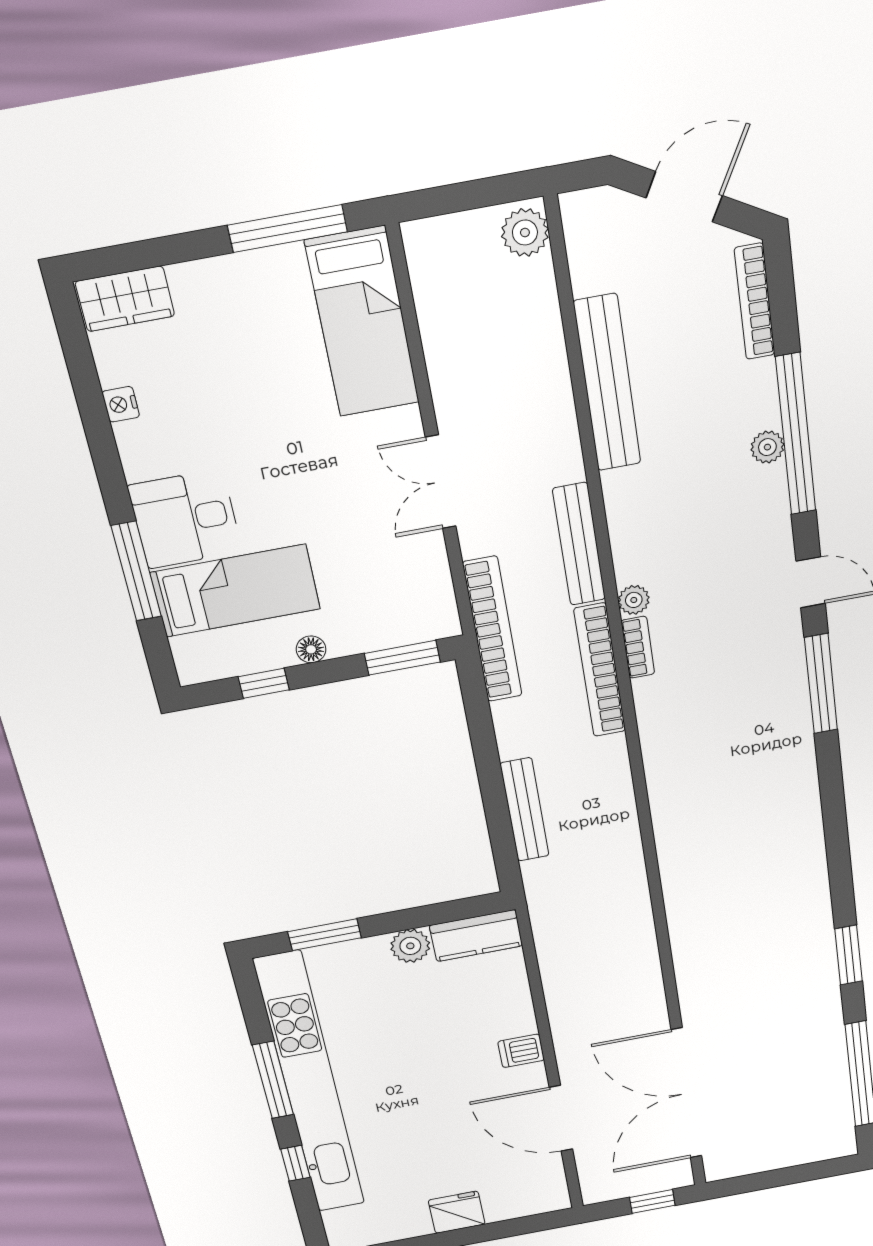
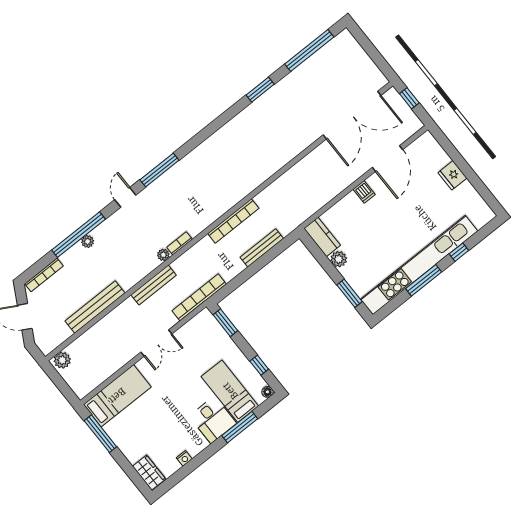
floor lamp: (311, 649) -> (267, 392), moved
bookcase: (600, 670) -> (233, 221), moved

